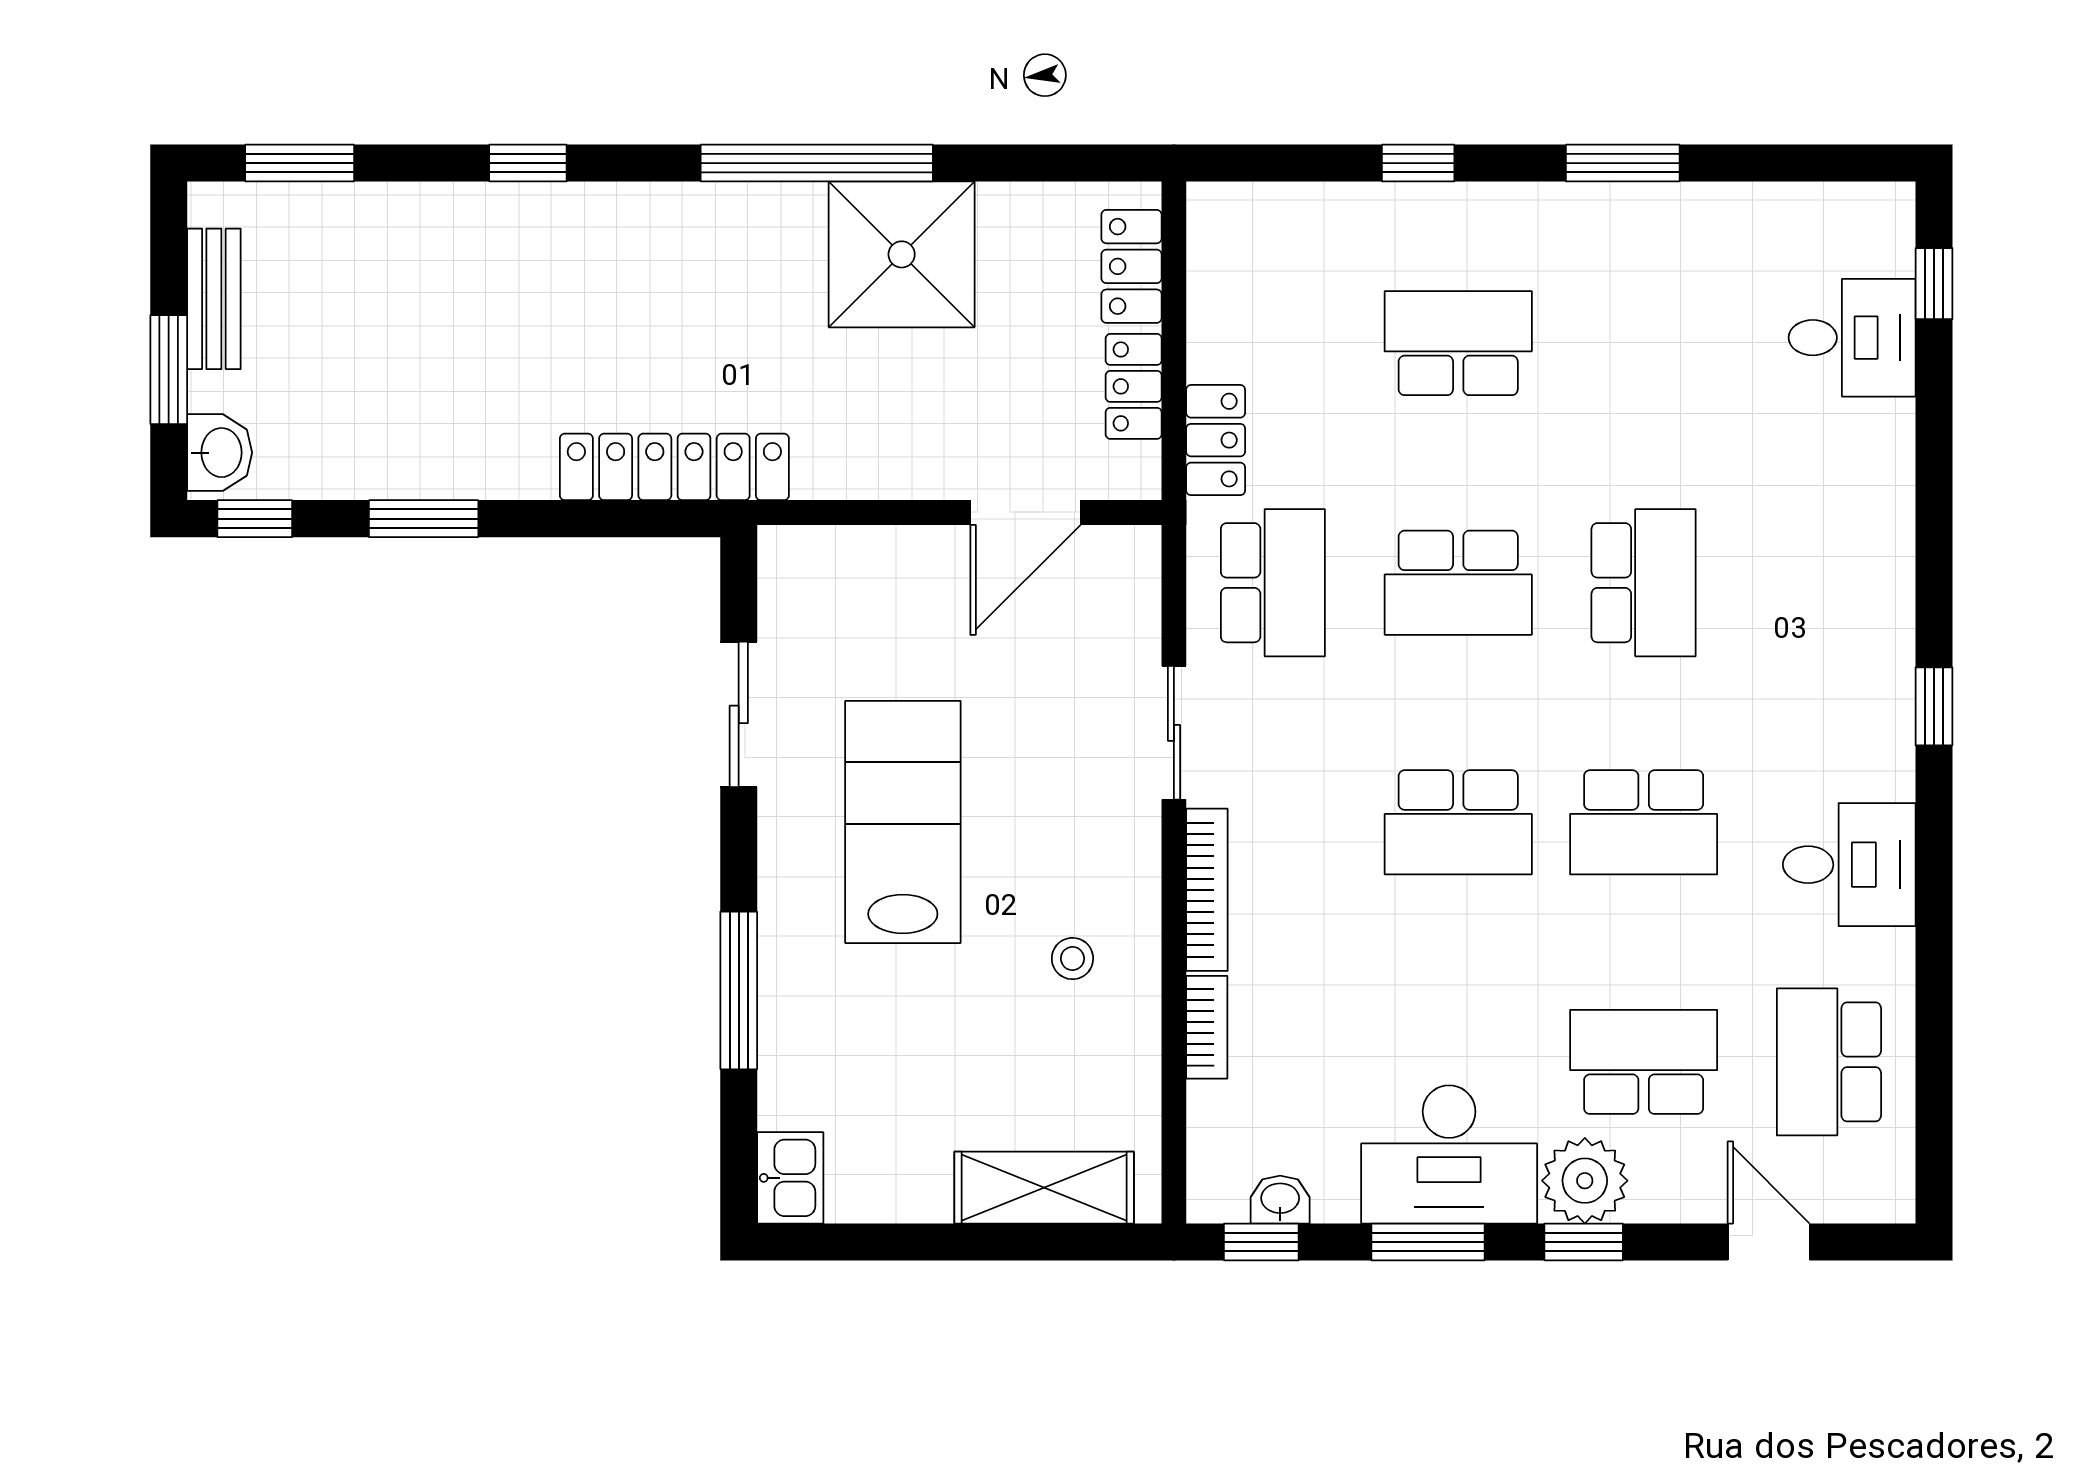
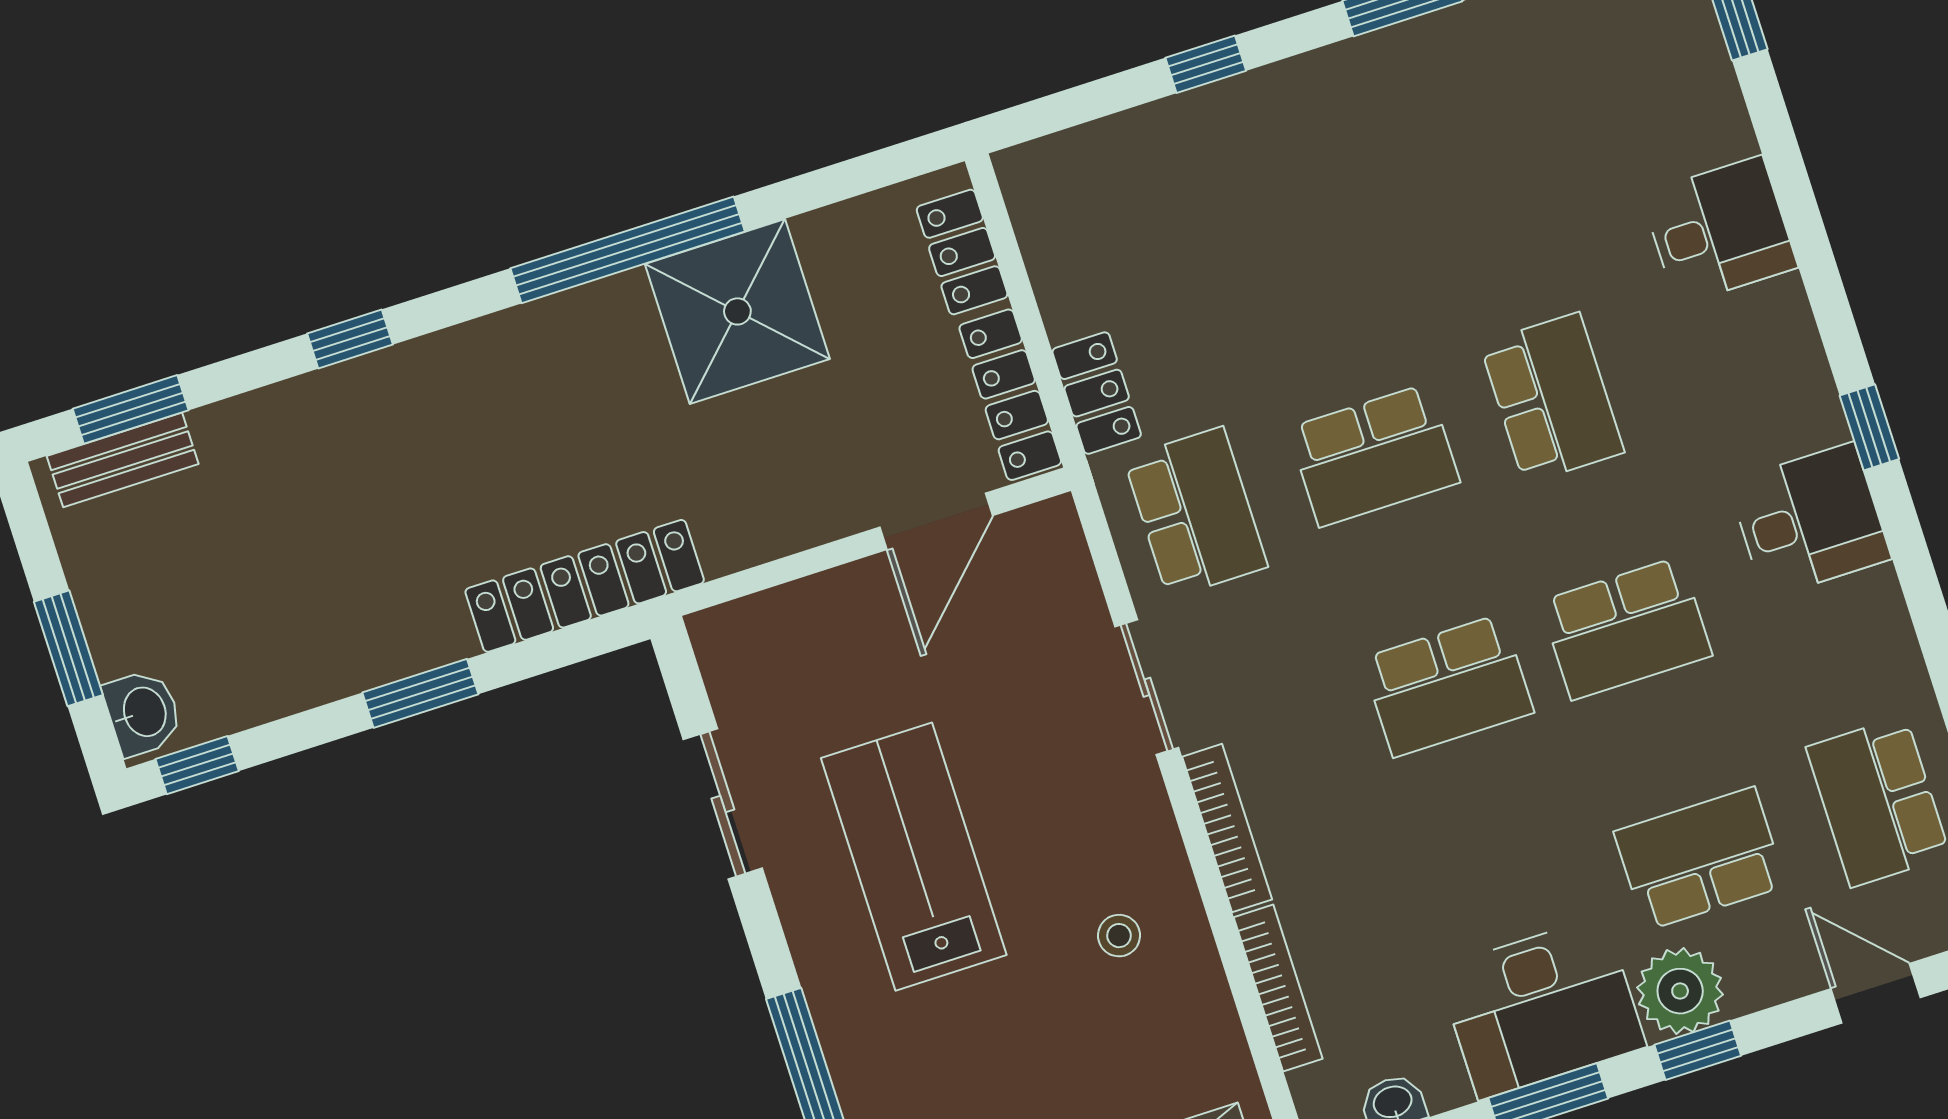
bench: (214, 299) -> (123, 460), moved, turned 90
desk: (1852, 338) -> (1719, 231), moved
school desk: (1458, 343) -> (1300, 225), removed
locker: (1134, 386) -> (1010, 395), width x1.53
window: (424, 519) -> (420, 693), moved
desk: (1849, 865) -> (1809, 520), moved
bookcase: (1207, 1027) -> (1278, 988), width x1.56

